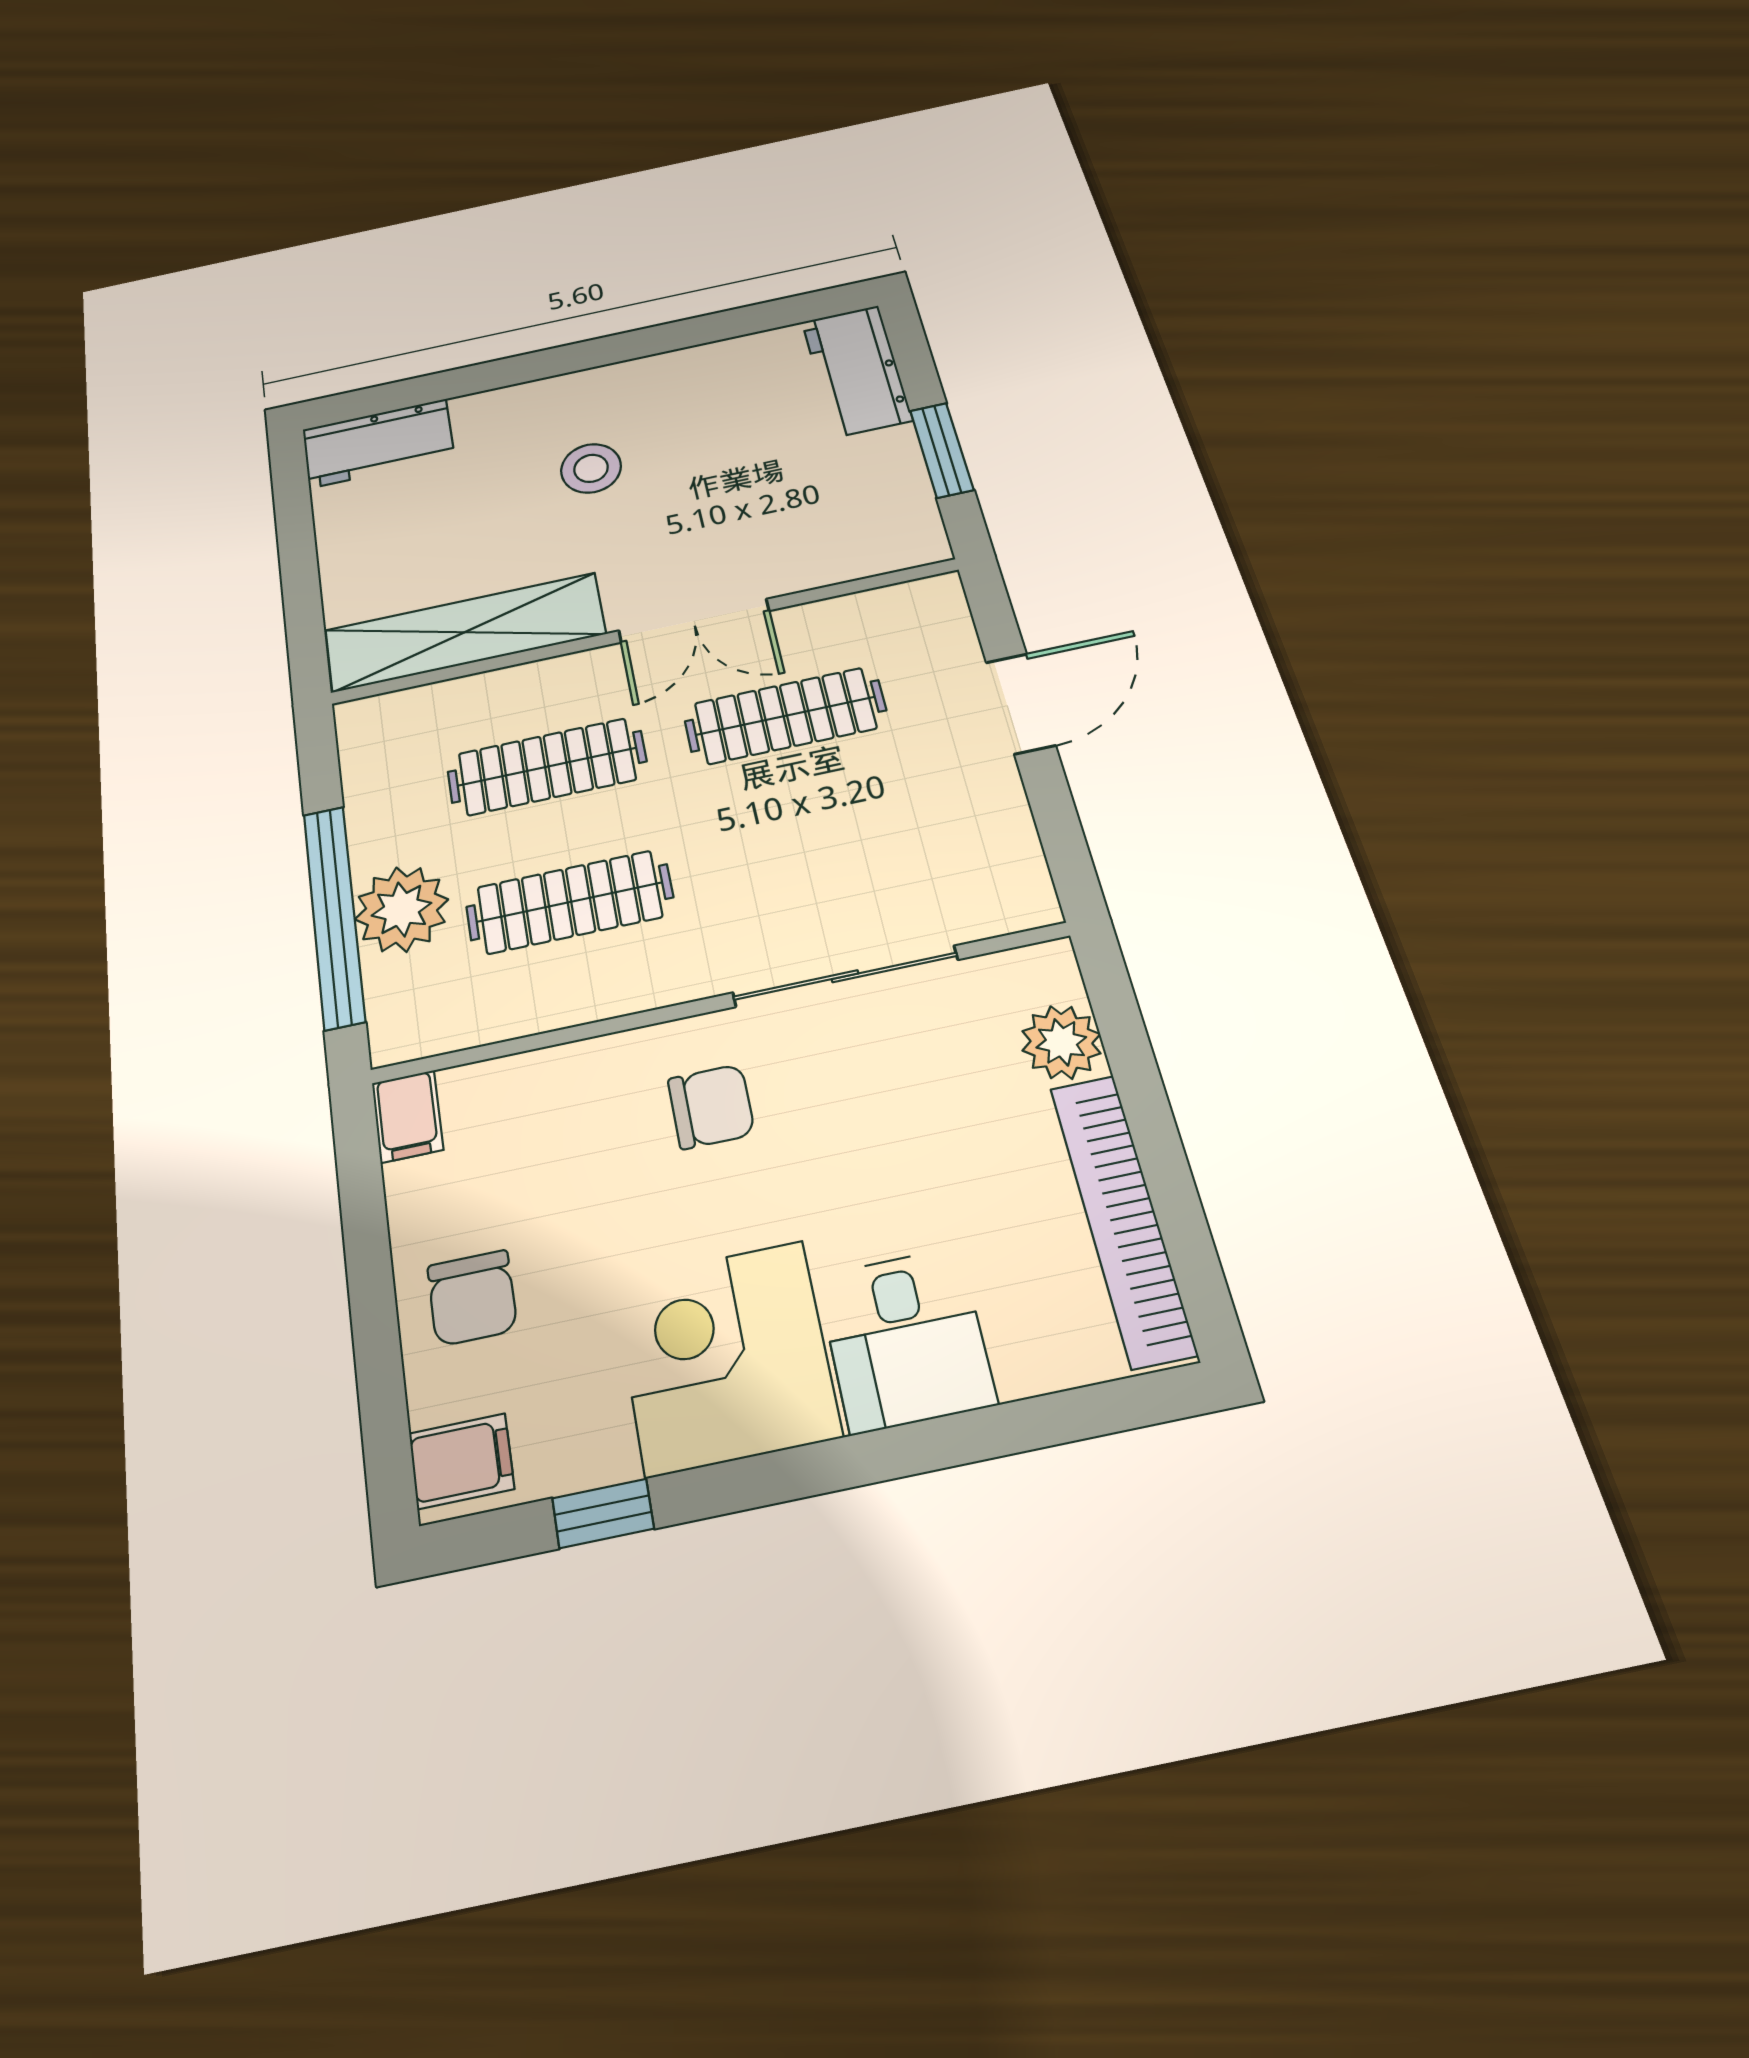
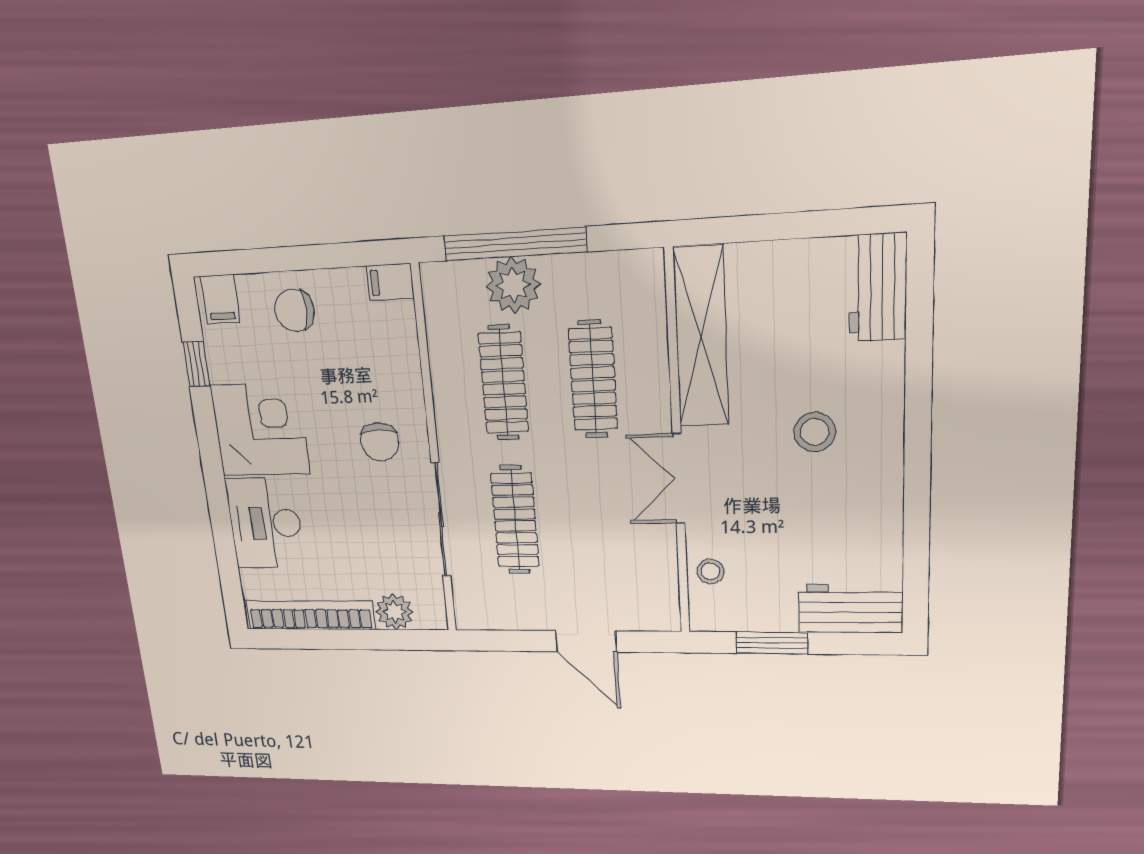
stool: (841, 551) -> (710, 571), added
clothes rail: (785, 716) -> (515, 520), moved
desk: (906, 1339) -> (265, 523), width x1.37

